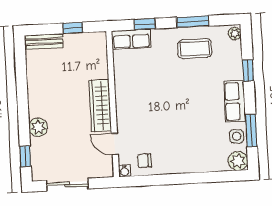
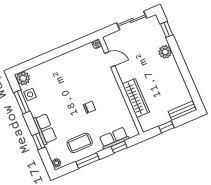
row of seats: (131, 39) -> (114, 138), moved
row of seats: (235, 101) -> (45, 129), moved
wardrobe: (100, 105) -> (136, 98), moved
chair: (144, 161) -> (89, 107), moved

